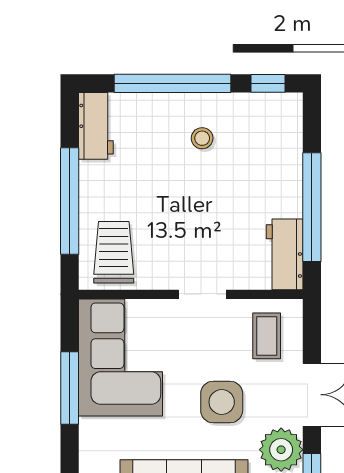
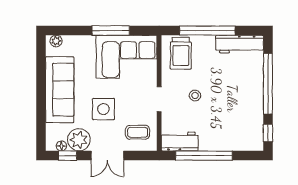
workbench: (96, 126) -> (240, 44), width x1.38
stool: (202, 138) -> (195, 96), moved
trolley: (114, 252) -> (181, 53), turned 90

